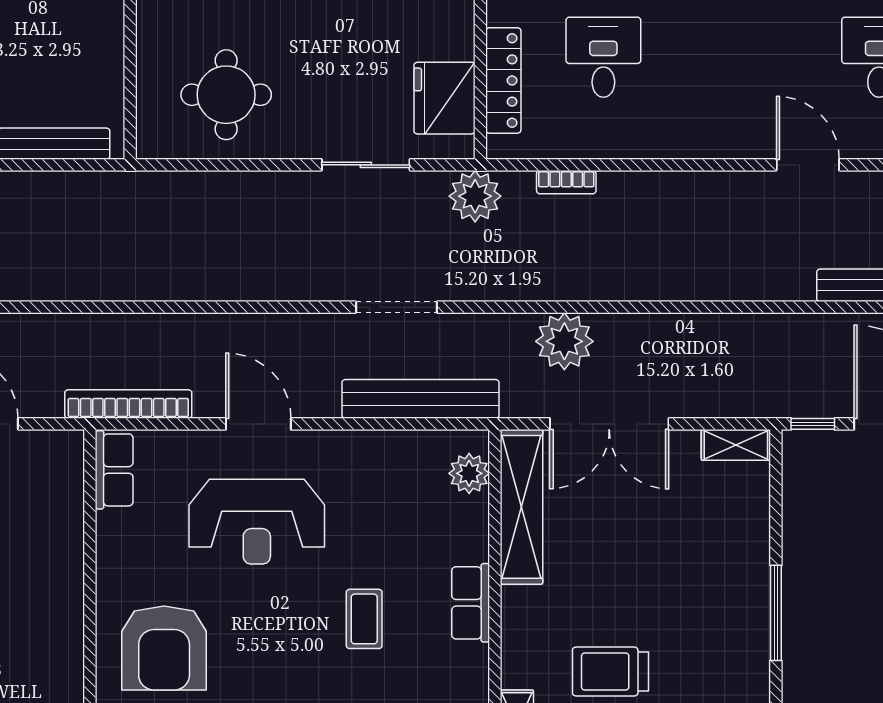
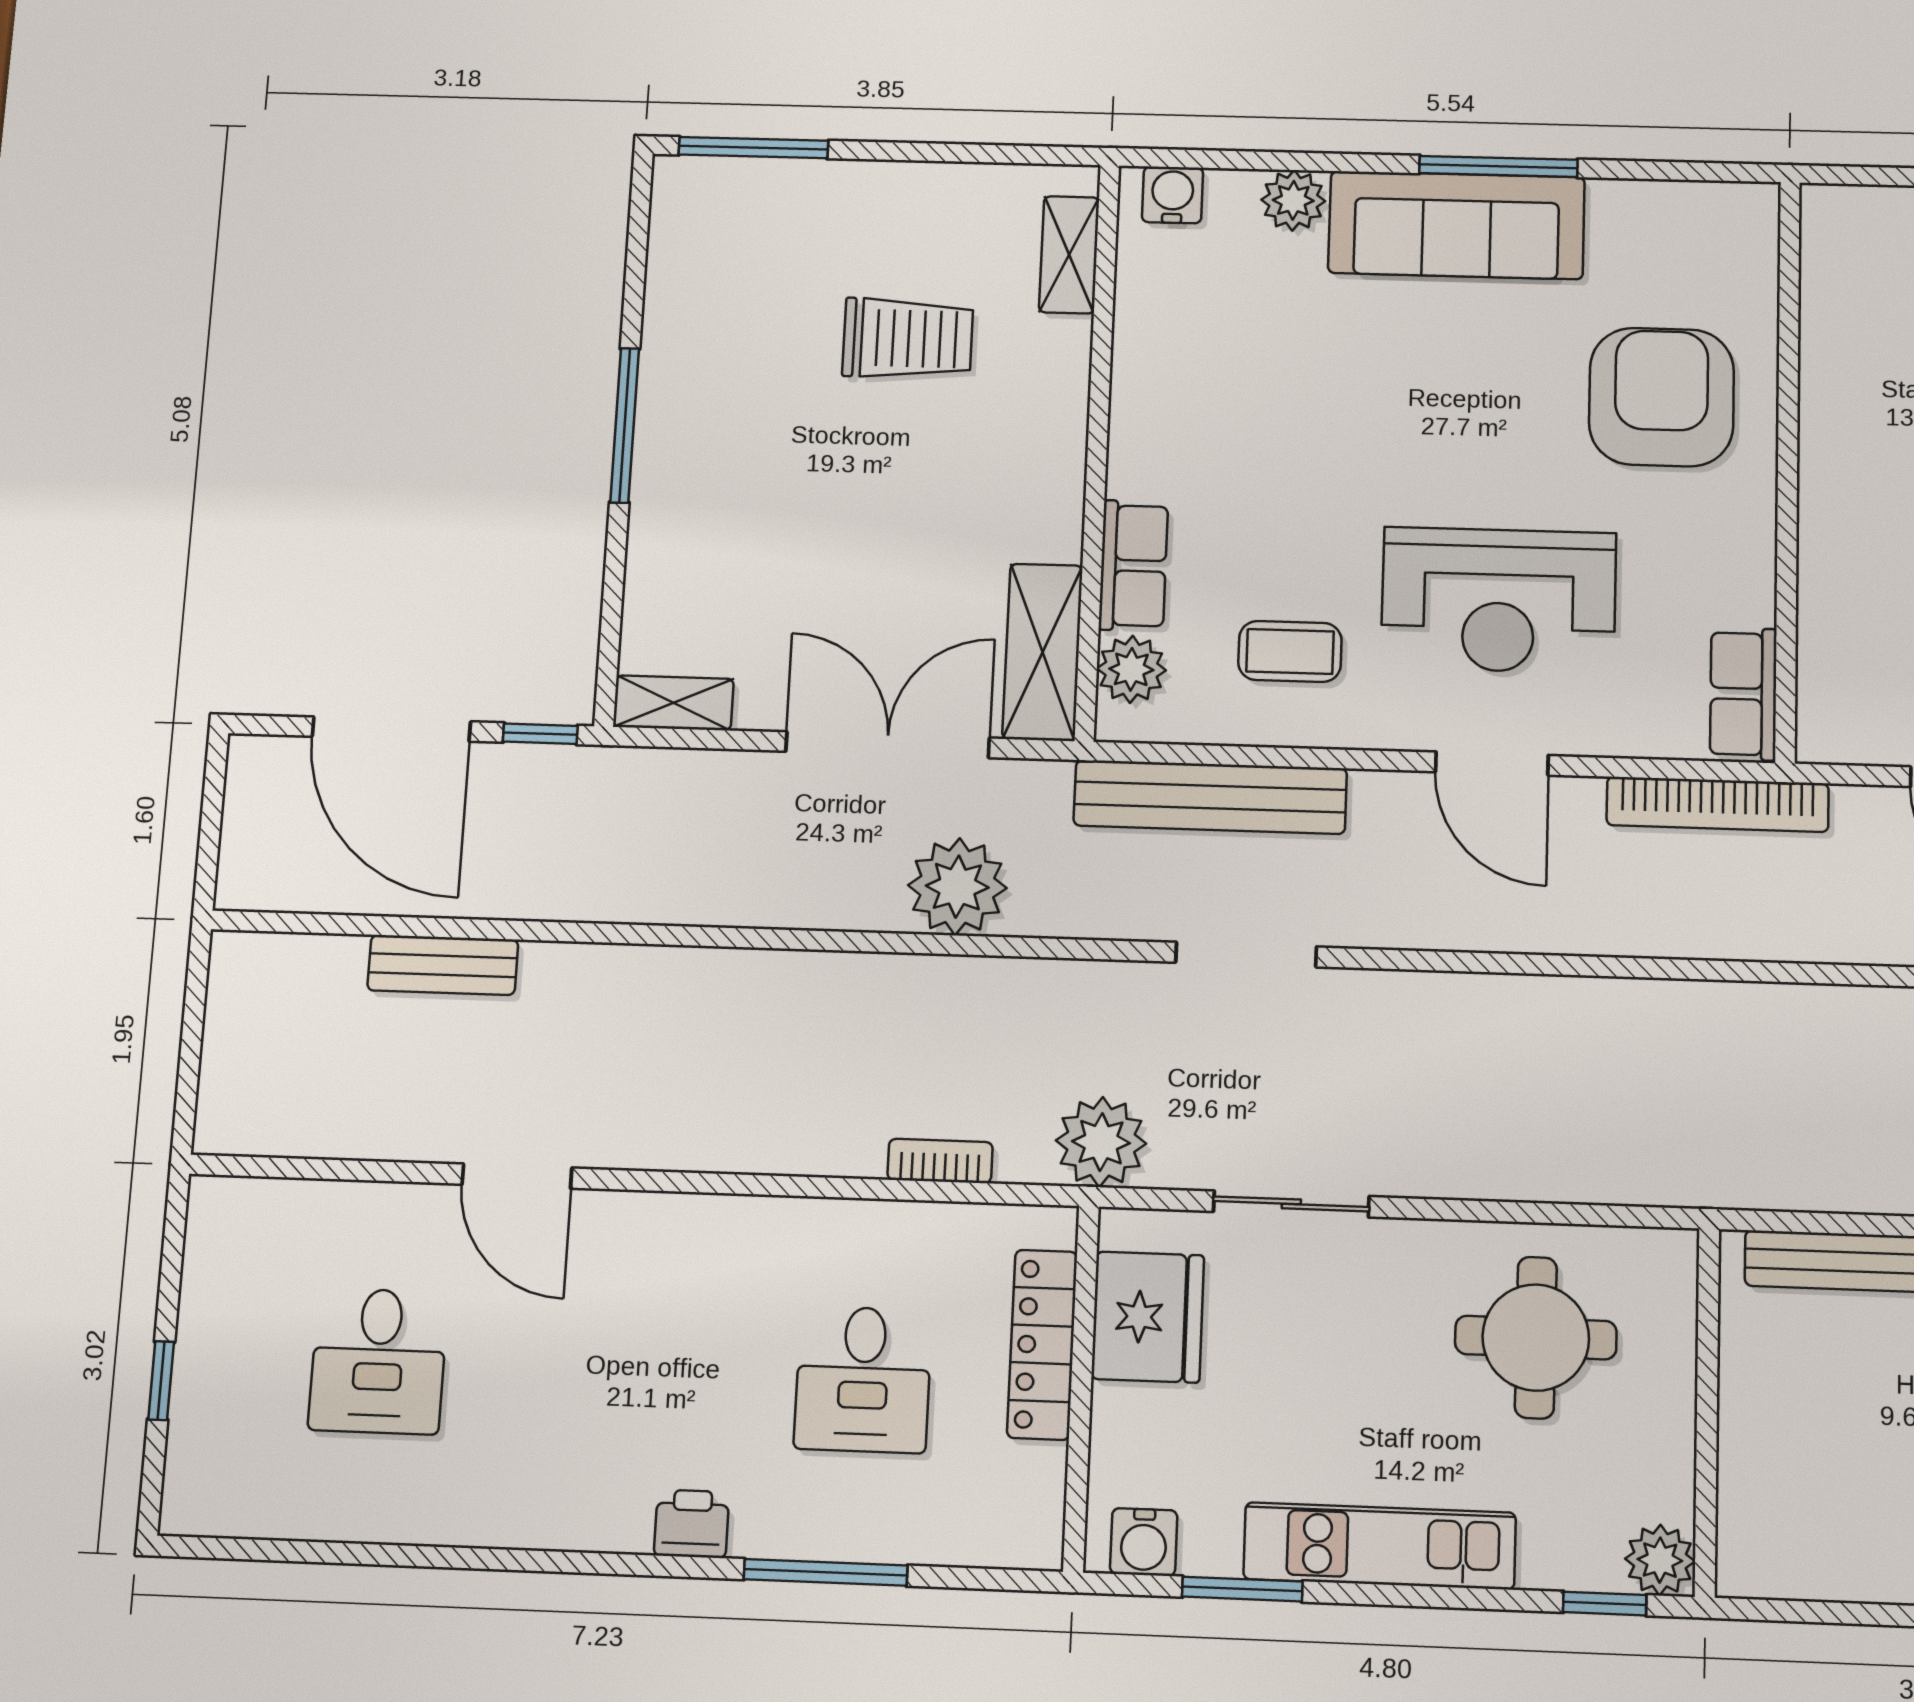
shelving: (522, 507) -> (1042, 652), width x0.68
reception desk: (257, 522) -> (1499, 600), turned 180
row of seats: (471, 603) -> (1133, 566), moved
coffee table: (364, 619) -> (1290, 651), moved, turned 90

